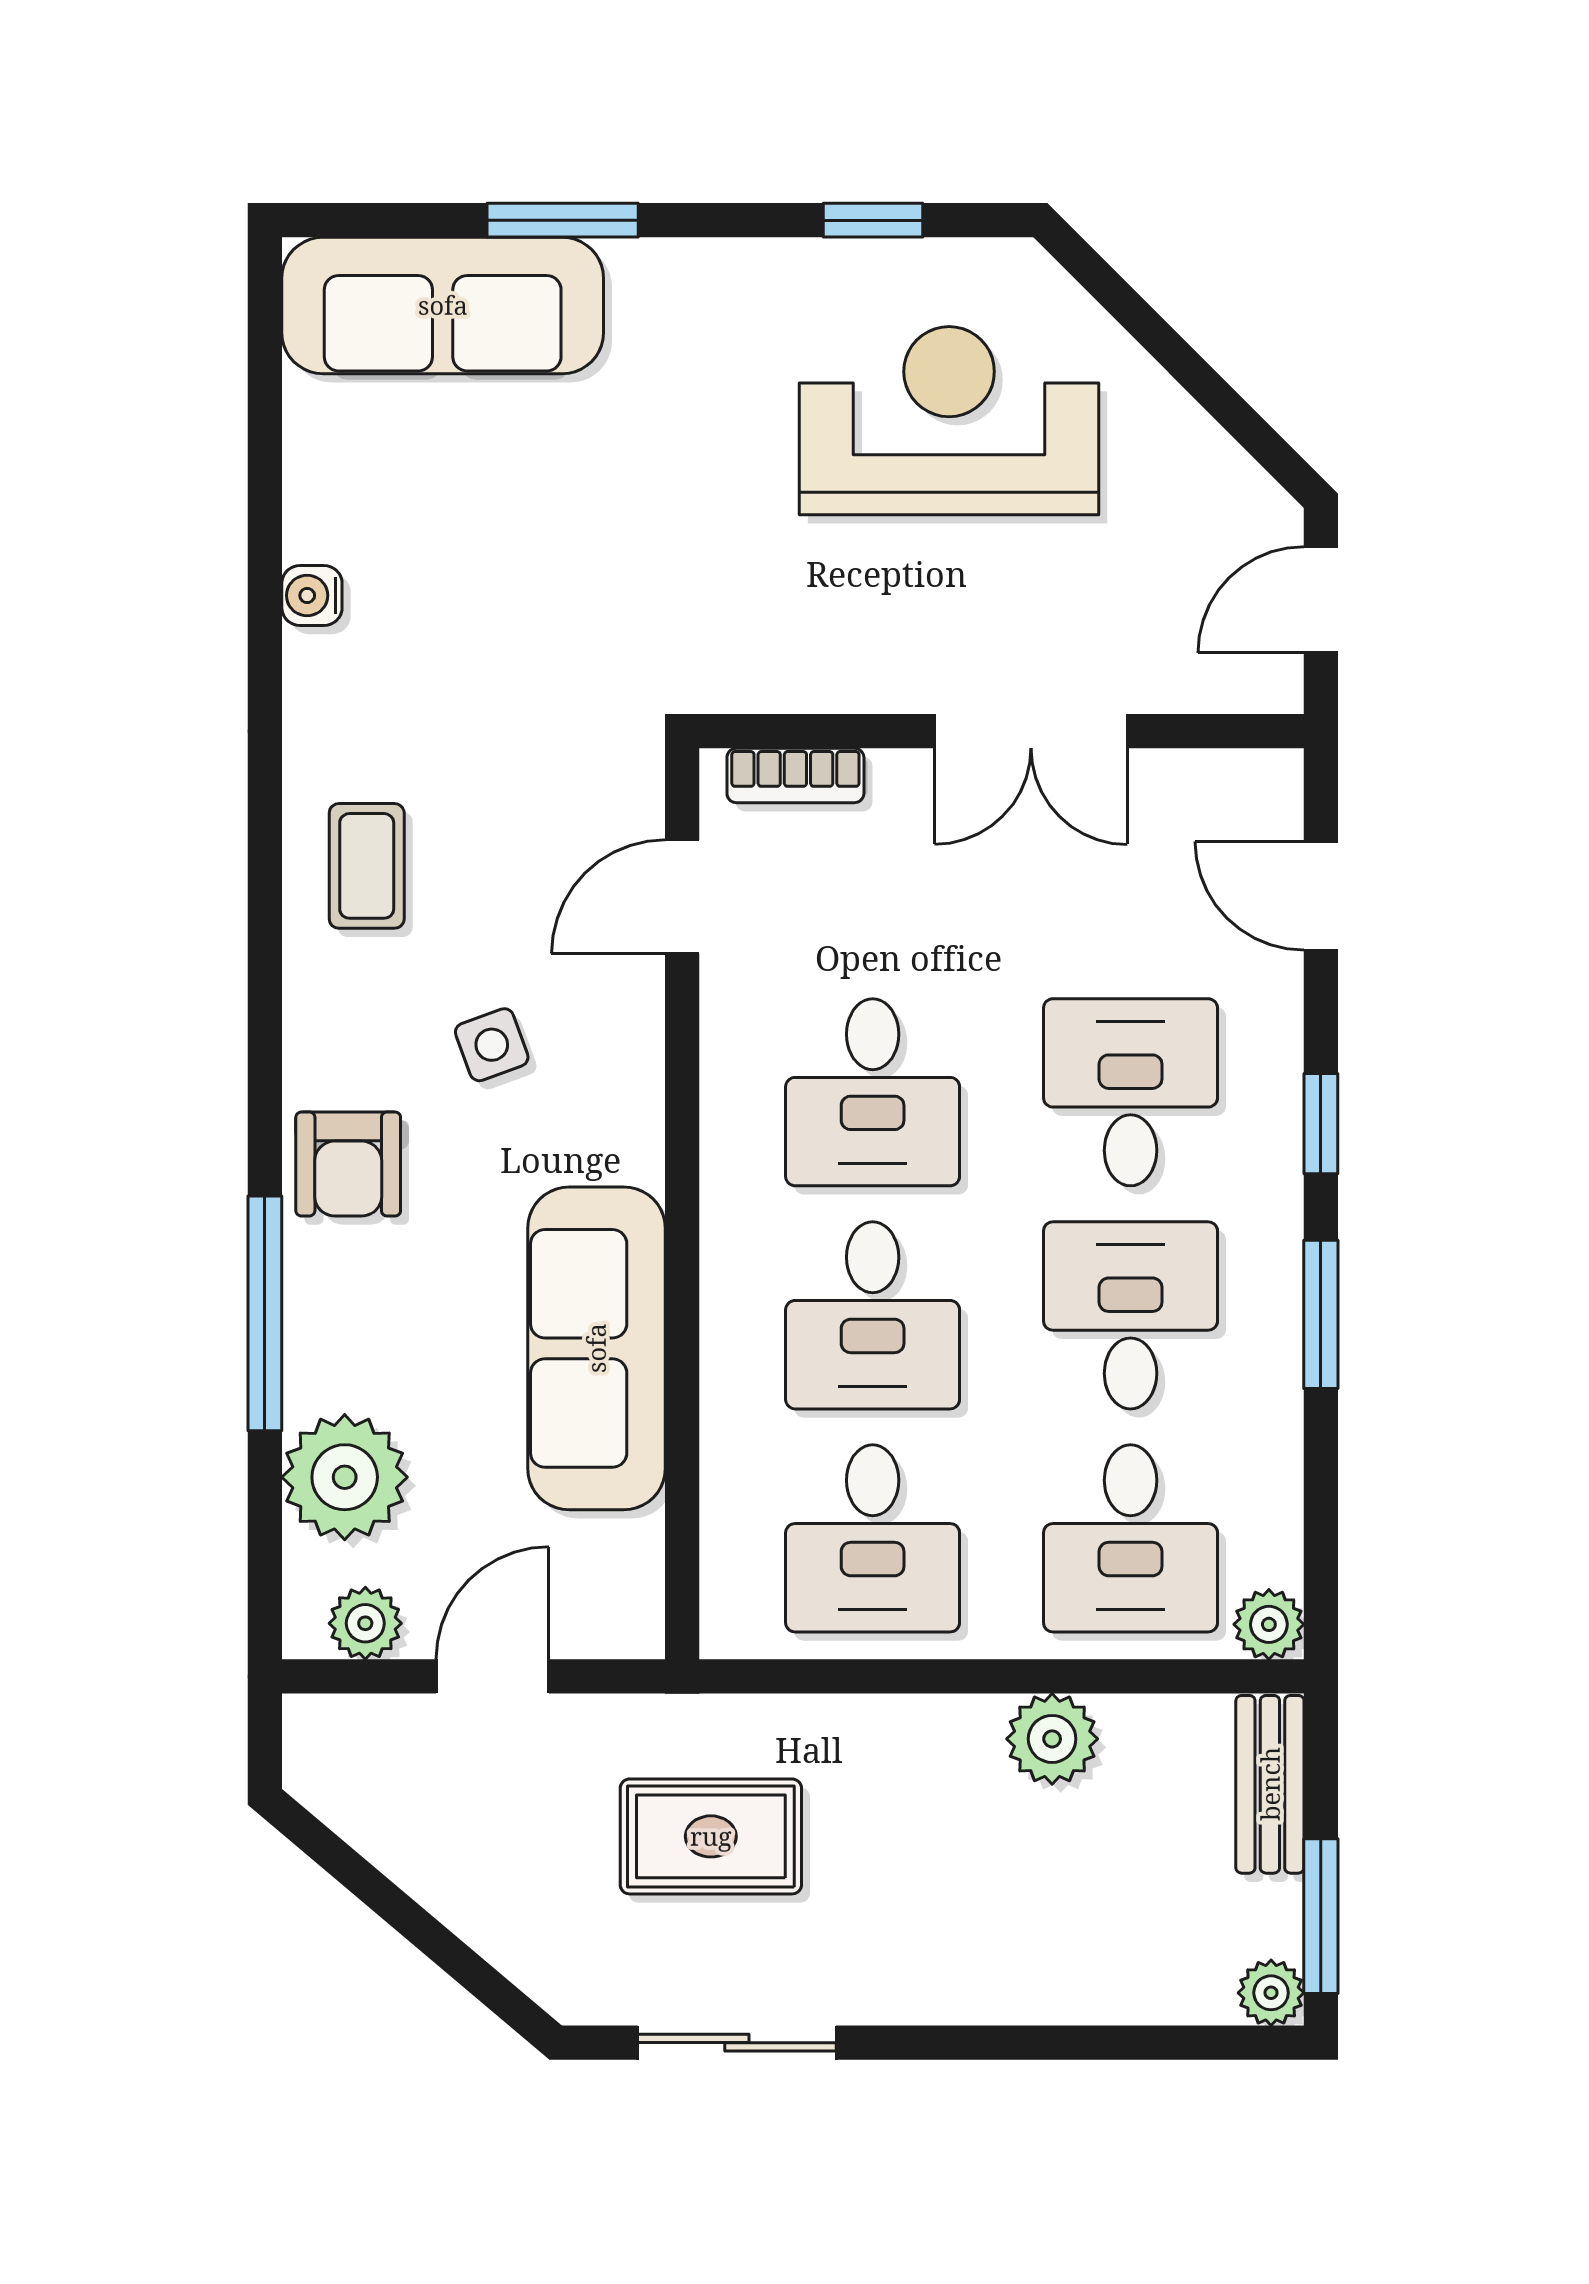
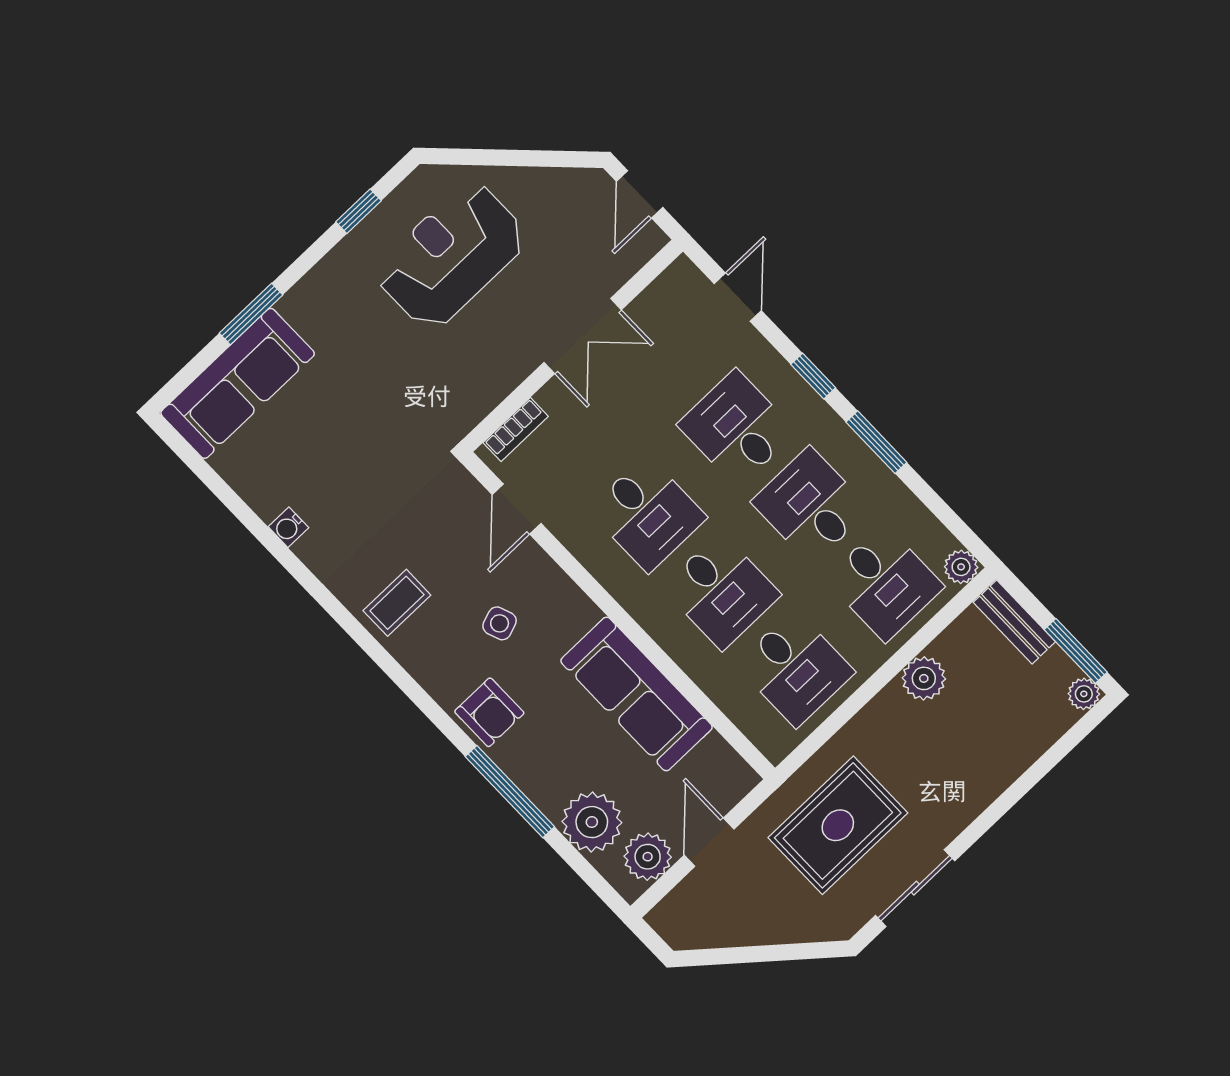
coffee table: (367, 866) -> (397, 603), turned 90
door: (1321, 896) -> (738, 297), swing flipped
plant: (365, 1623) -> (648, 857), width x1.38, depth x1.38
rug: (711, 1836) -> (838, 825), width x1.36, depth x1.43

